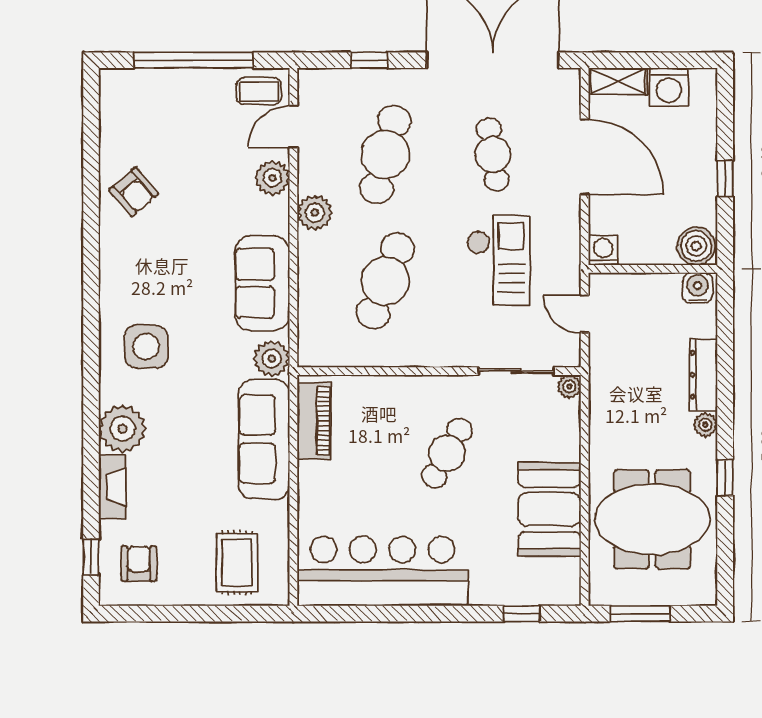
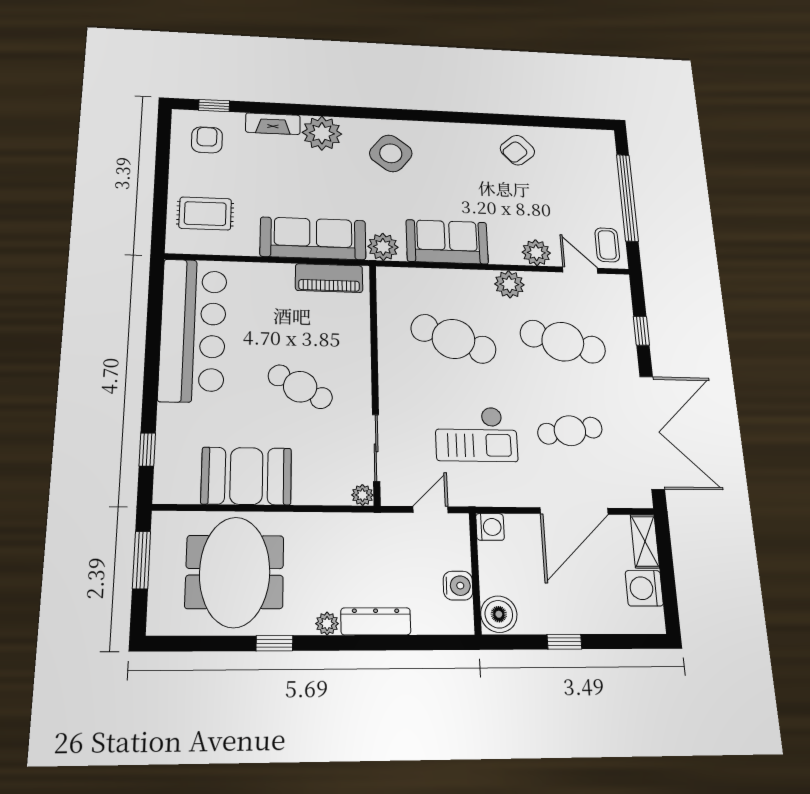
water cooler: (698, 288) -> (458, 586), moved
side table: (146, 347) -> (391, 153), turned 38
armchair: (139, 564) -> (207, 140), turned -90

